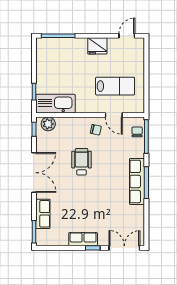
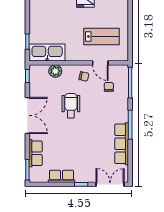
plant: (48, 124) -> (55, 71), moved
chair: (137, 132) -> (109, 87), moved
row of seats: (137, 181) -> (122, 144), moved
row of seats: (83, 239) -> (61, 176), moved

